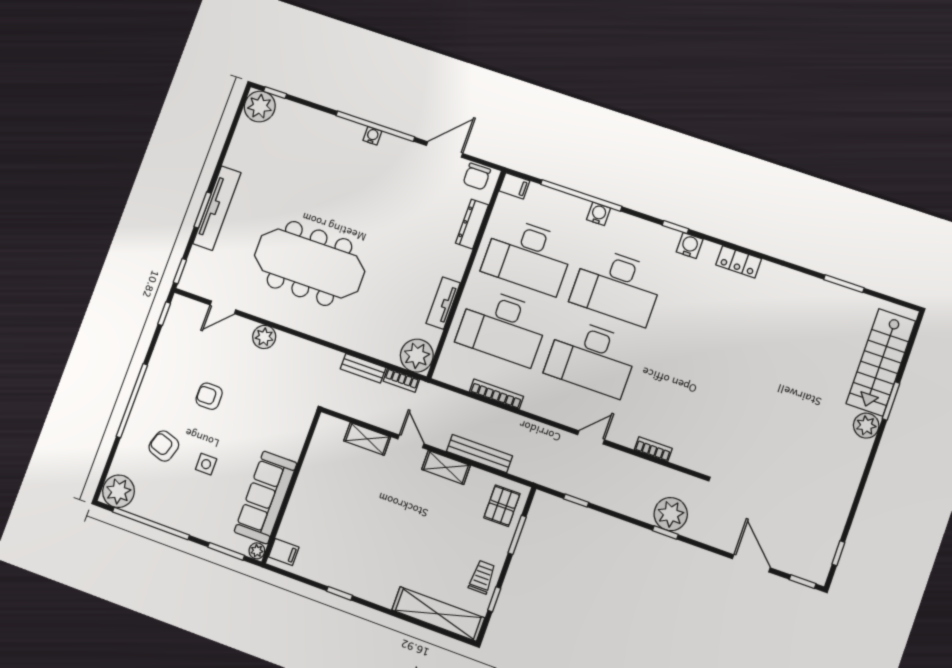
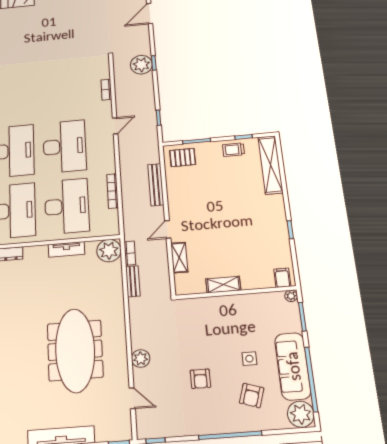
door: (591, 437) -> (115, 126), swing flipped
shelving: (446, 467) -> (223, 285), moved, turned 90
sofa: (265, 497) -> (293, 366), moved, turned 90

